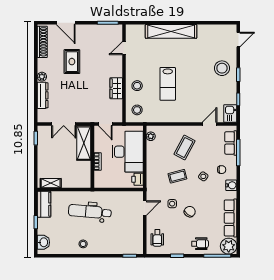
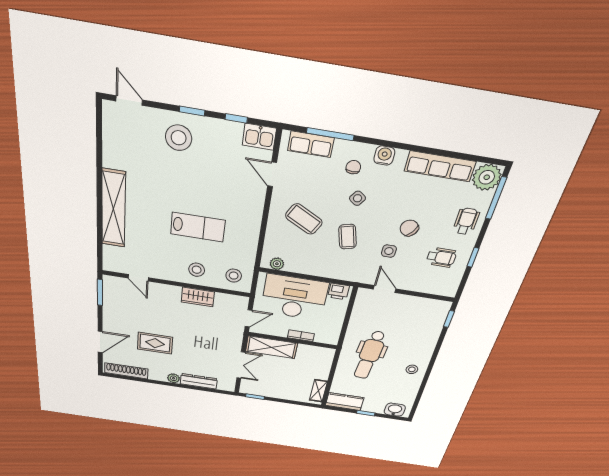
wheelchair: (157, 238) -> (441, 257), moved

